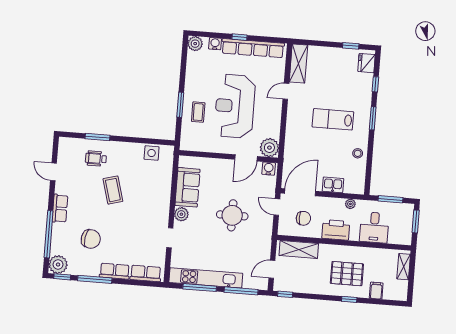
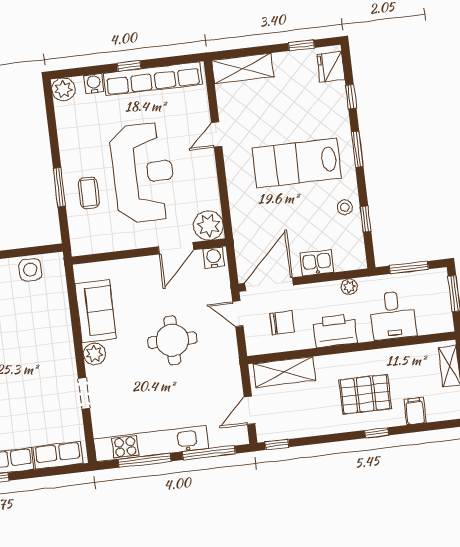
shelving: (298, 64) -> (243, 68), moved, turned 90
reception desk: (235, 106) -> (143, 173), turned 180
lab bench: (333, 119) -> (297, 163), width x1.36, depth x1.39
window: (369, 163) -> (366, 219), added

